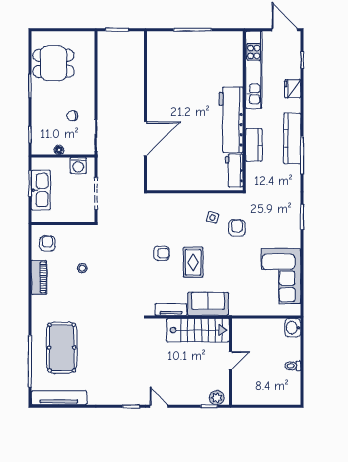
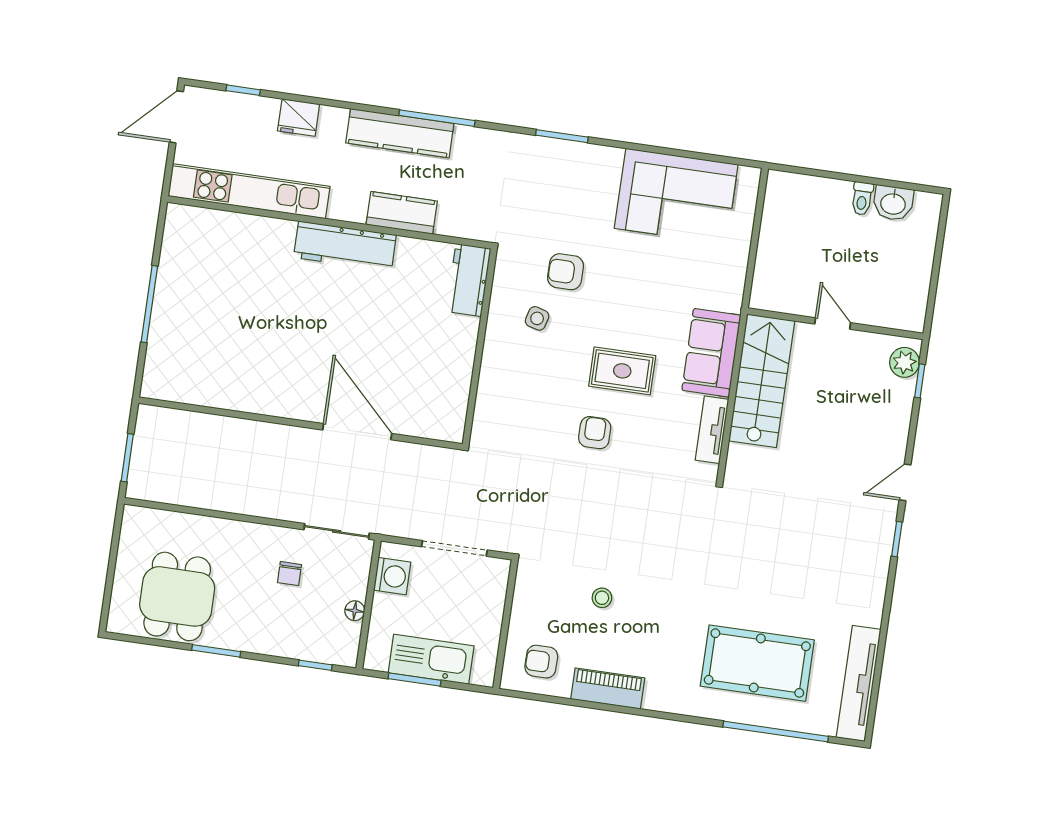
workbench: (231, 120) -> (345, 246), width x0.73, depth x0.76
workbench: (234, 171) -> (469, 280), moved, turned 90
washbasin: (293, 328) -> (893, 203), moved

